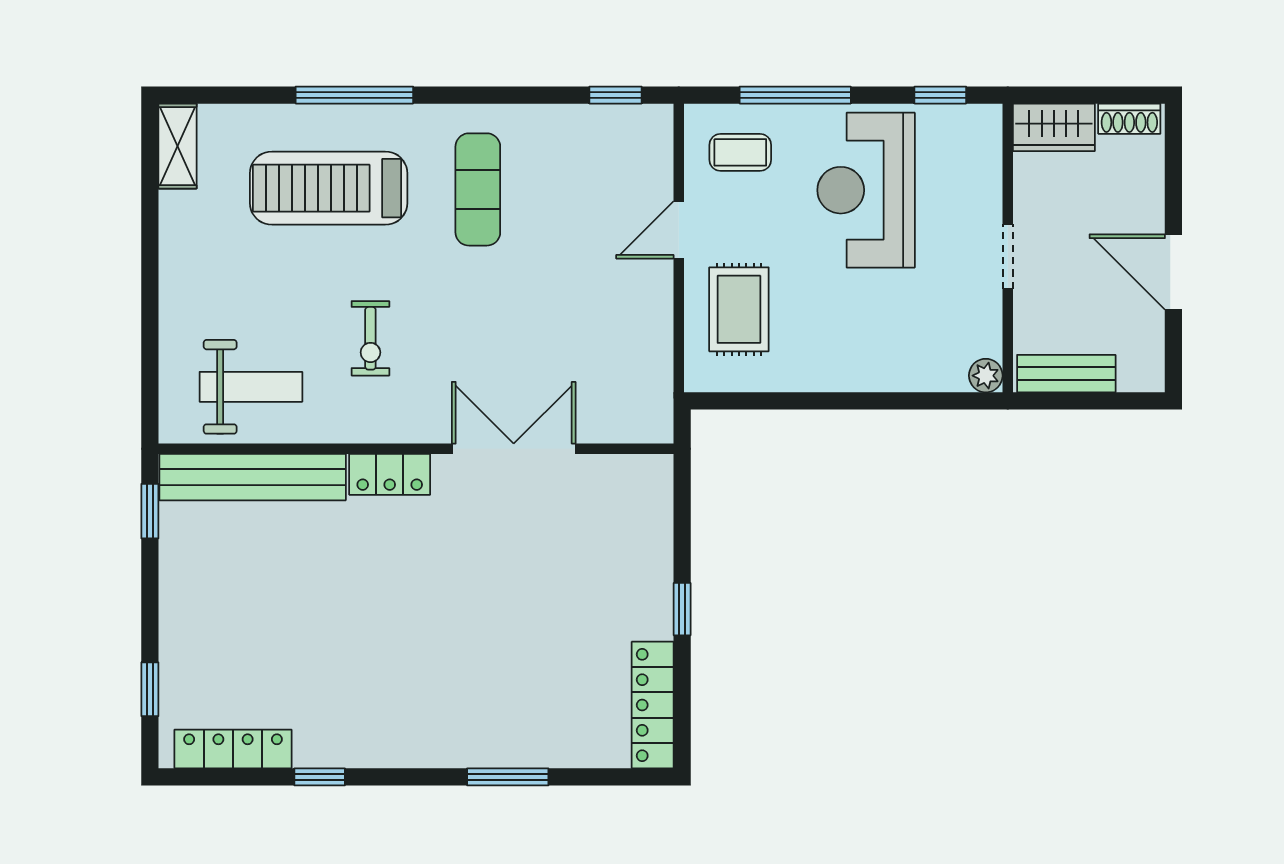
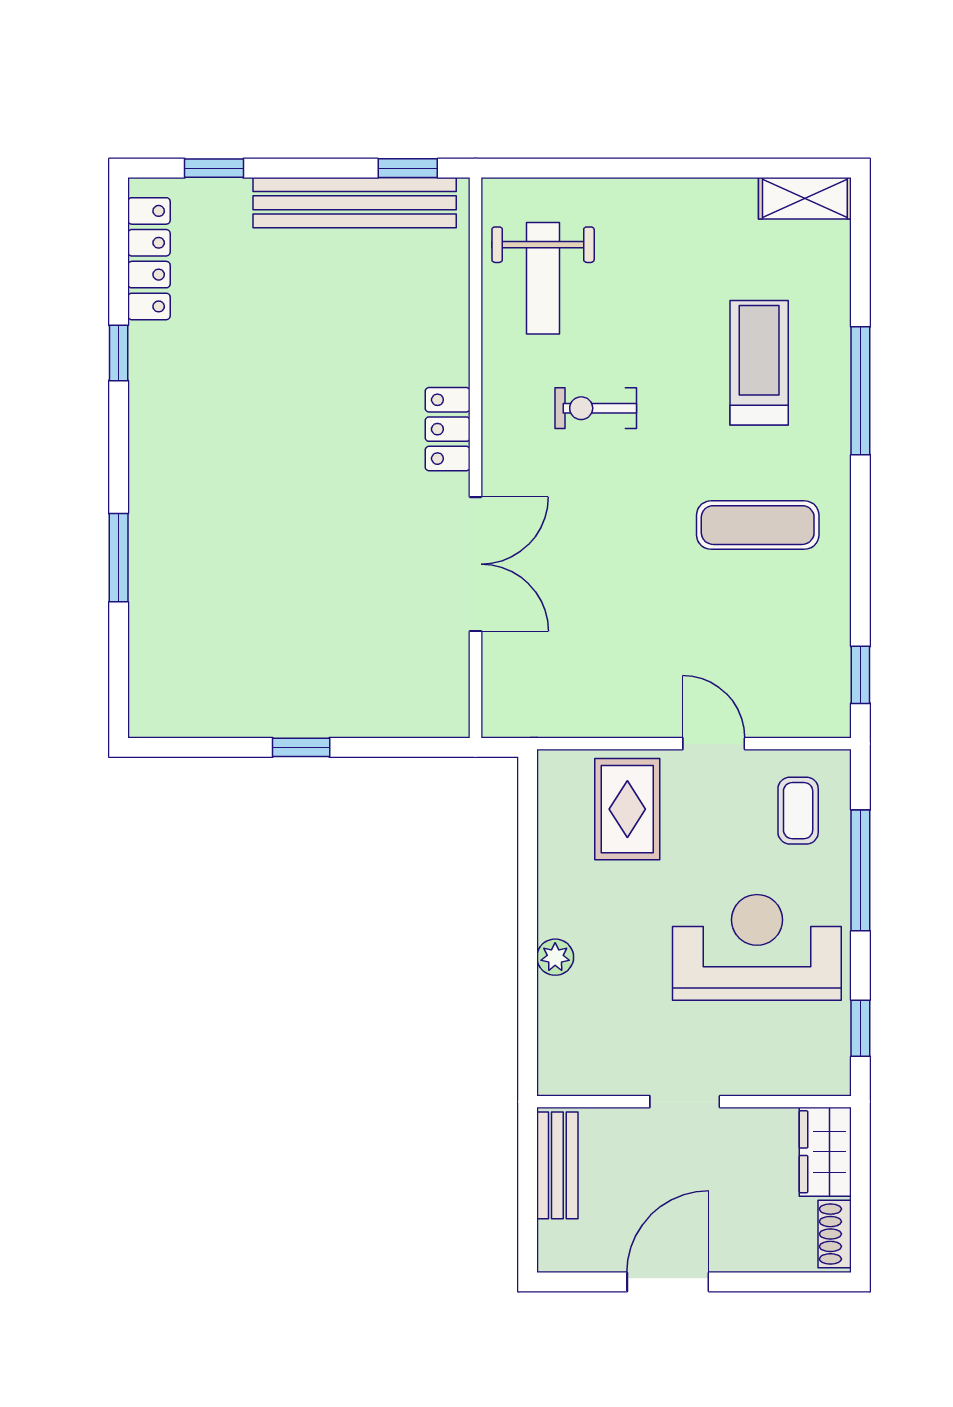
treadmill: (329, 188) -> (759, 363), width x0.73, depth x0.73
rug: (739, 309) -> (627, 809), turned 90
plant: (986, 376) -> (555, 957), moved
bench: (253, 477) -> (355, 203), moved, turned 90
locker: (653, 705) -> (197, 715), removed

